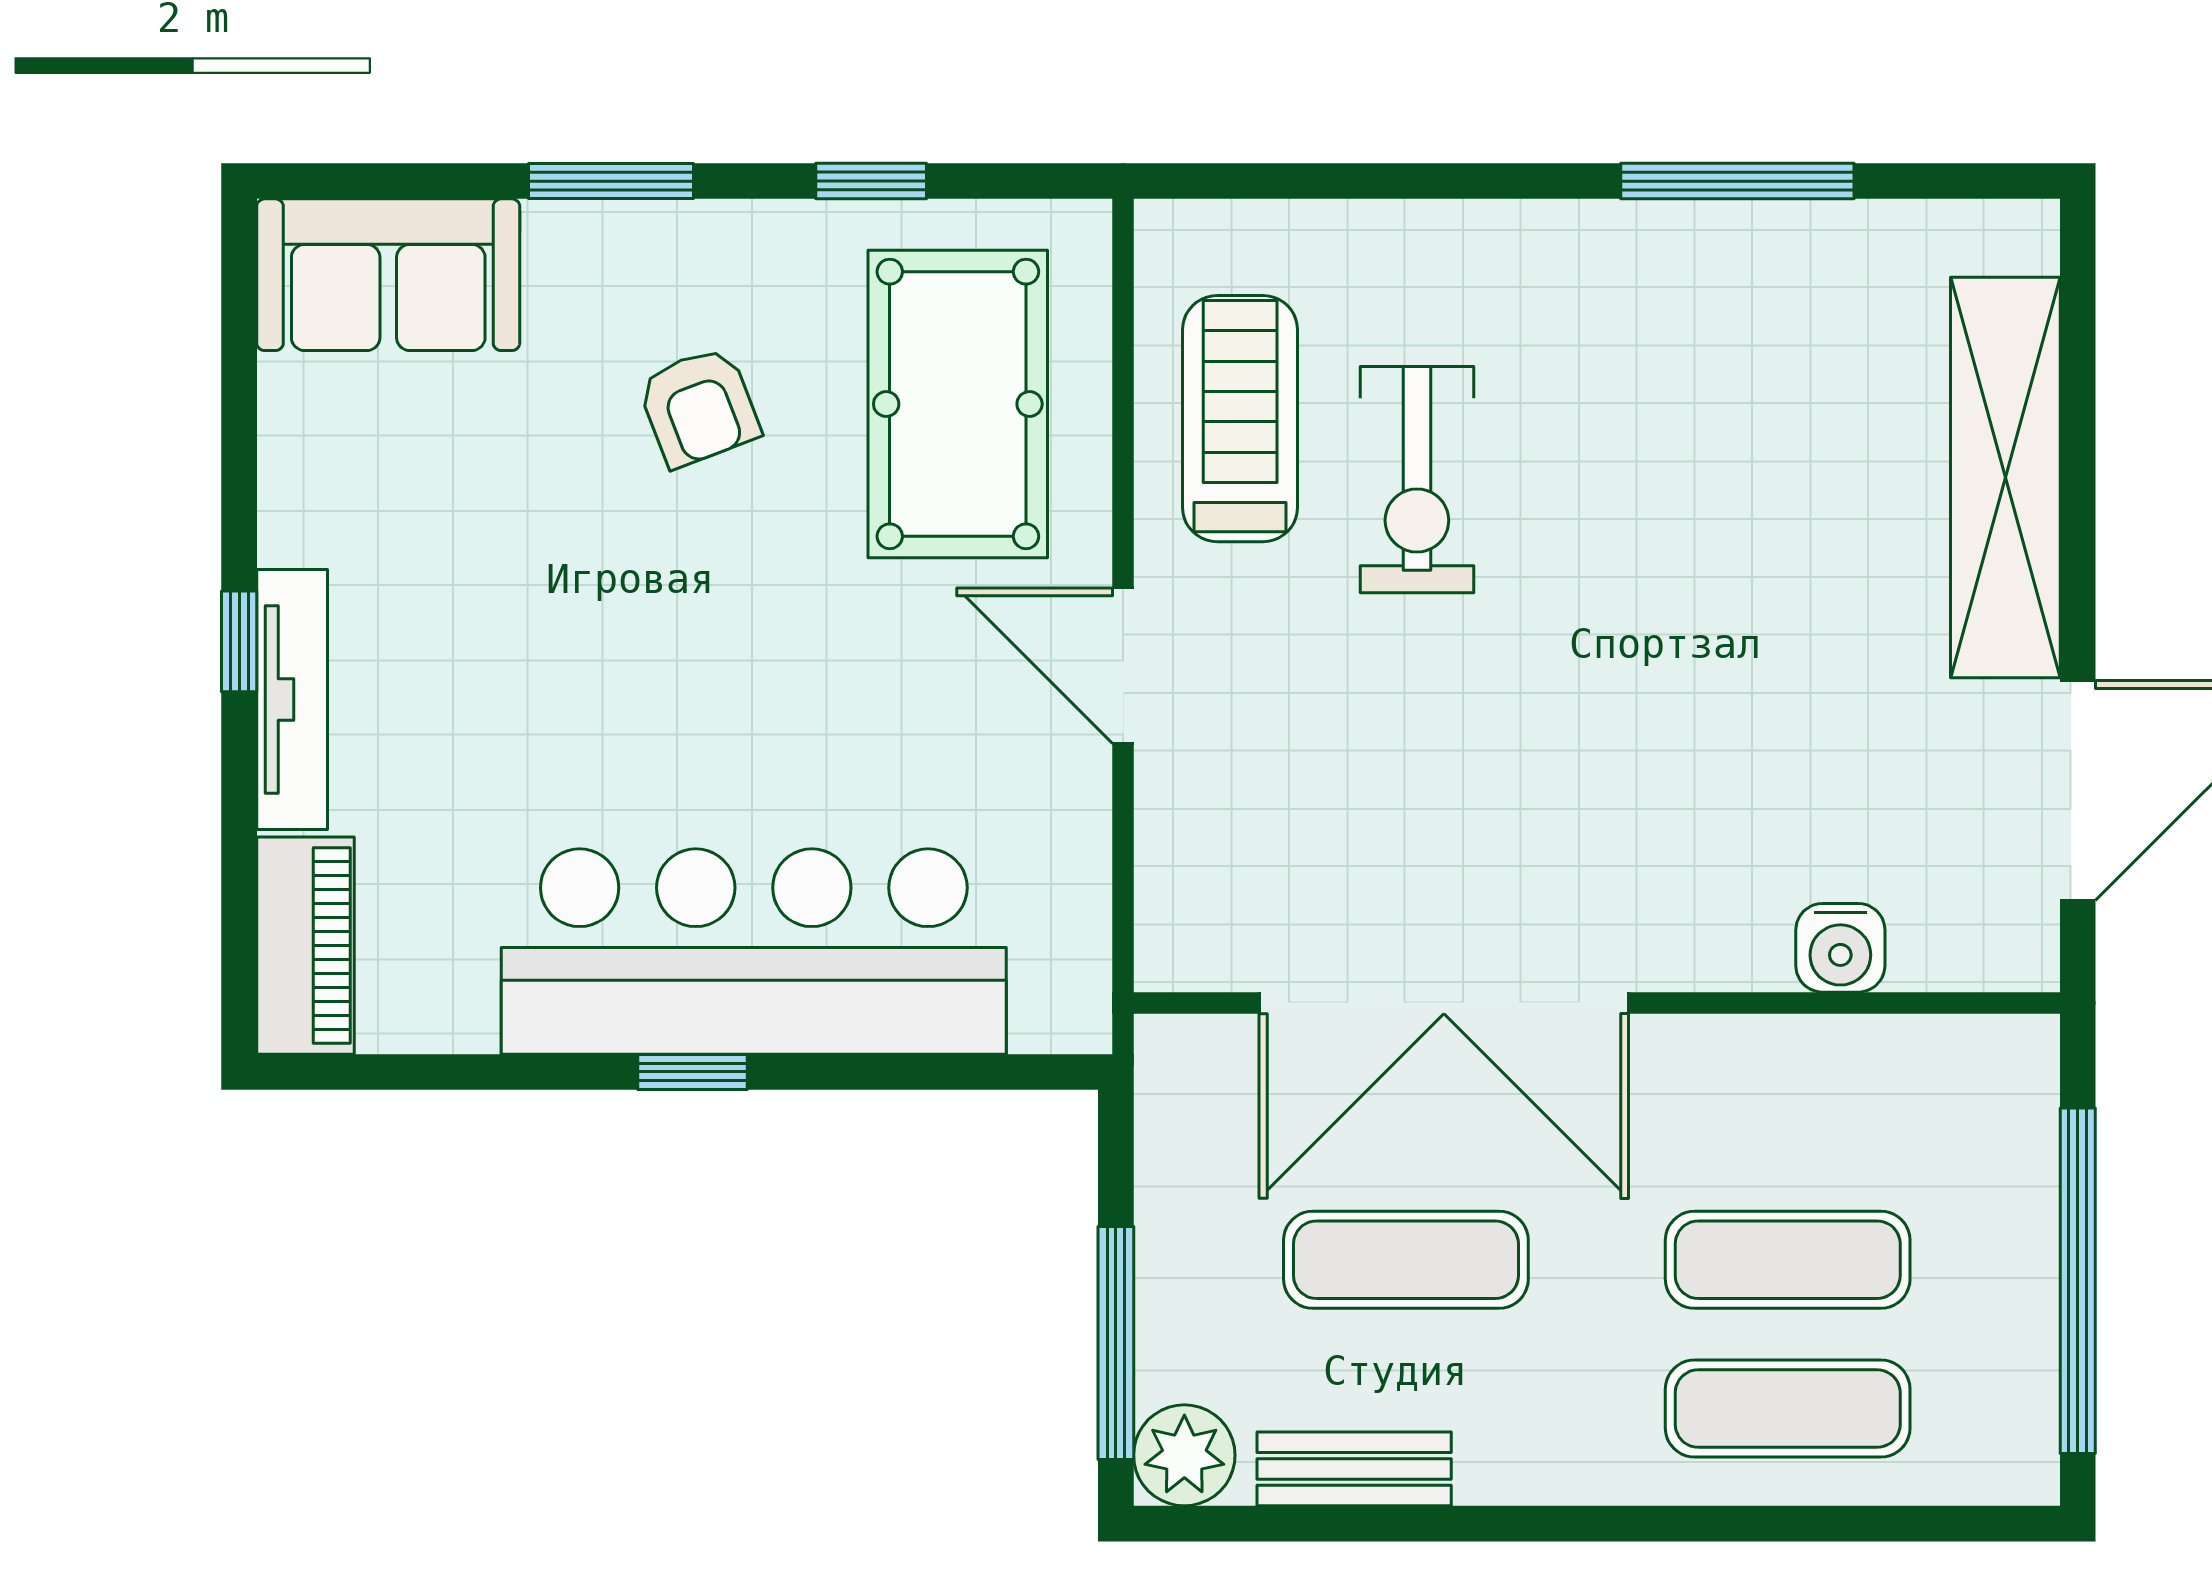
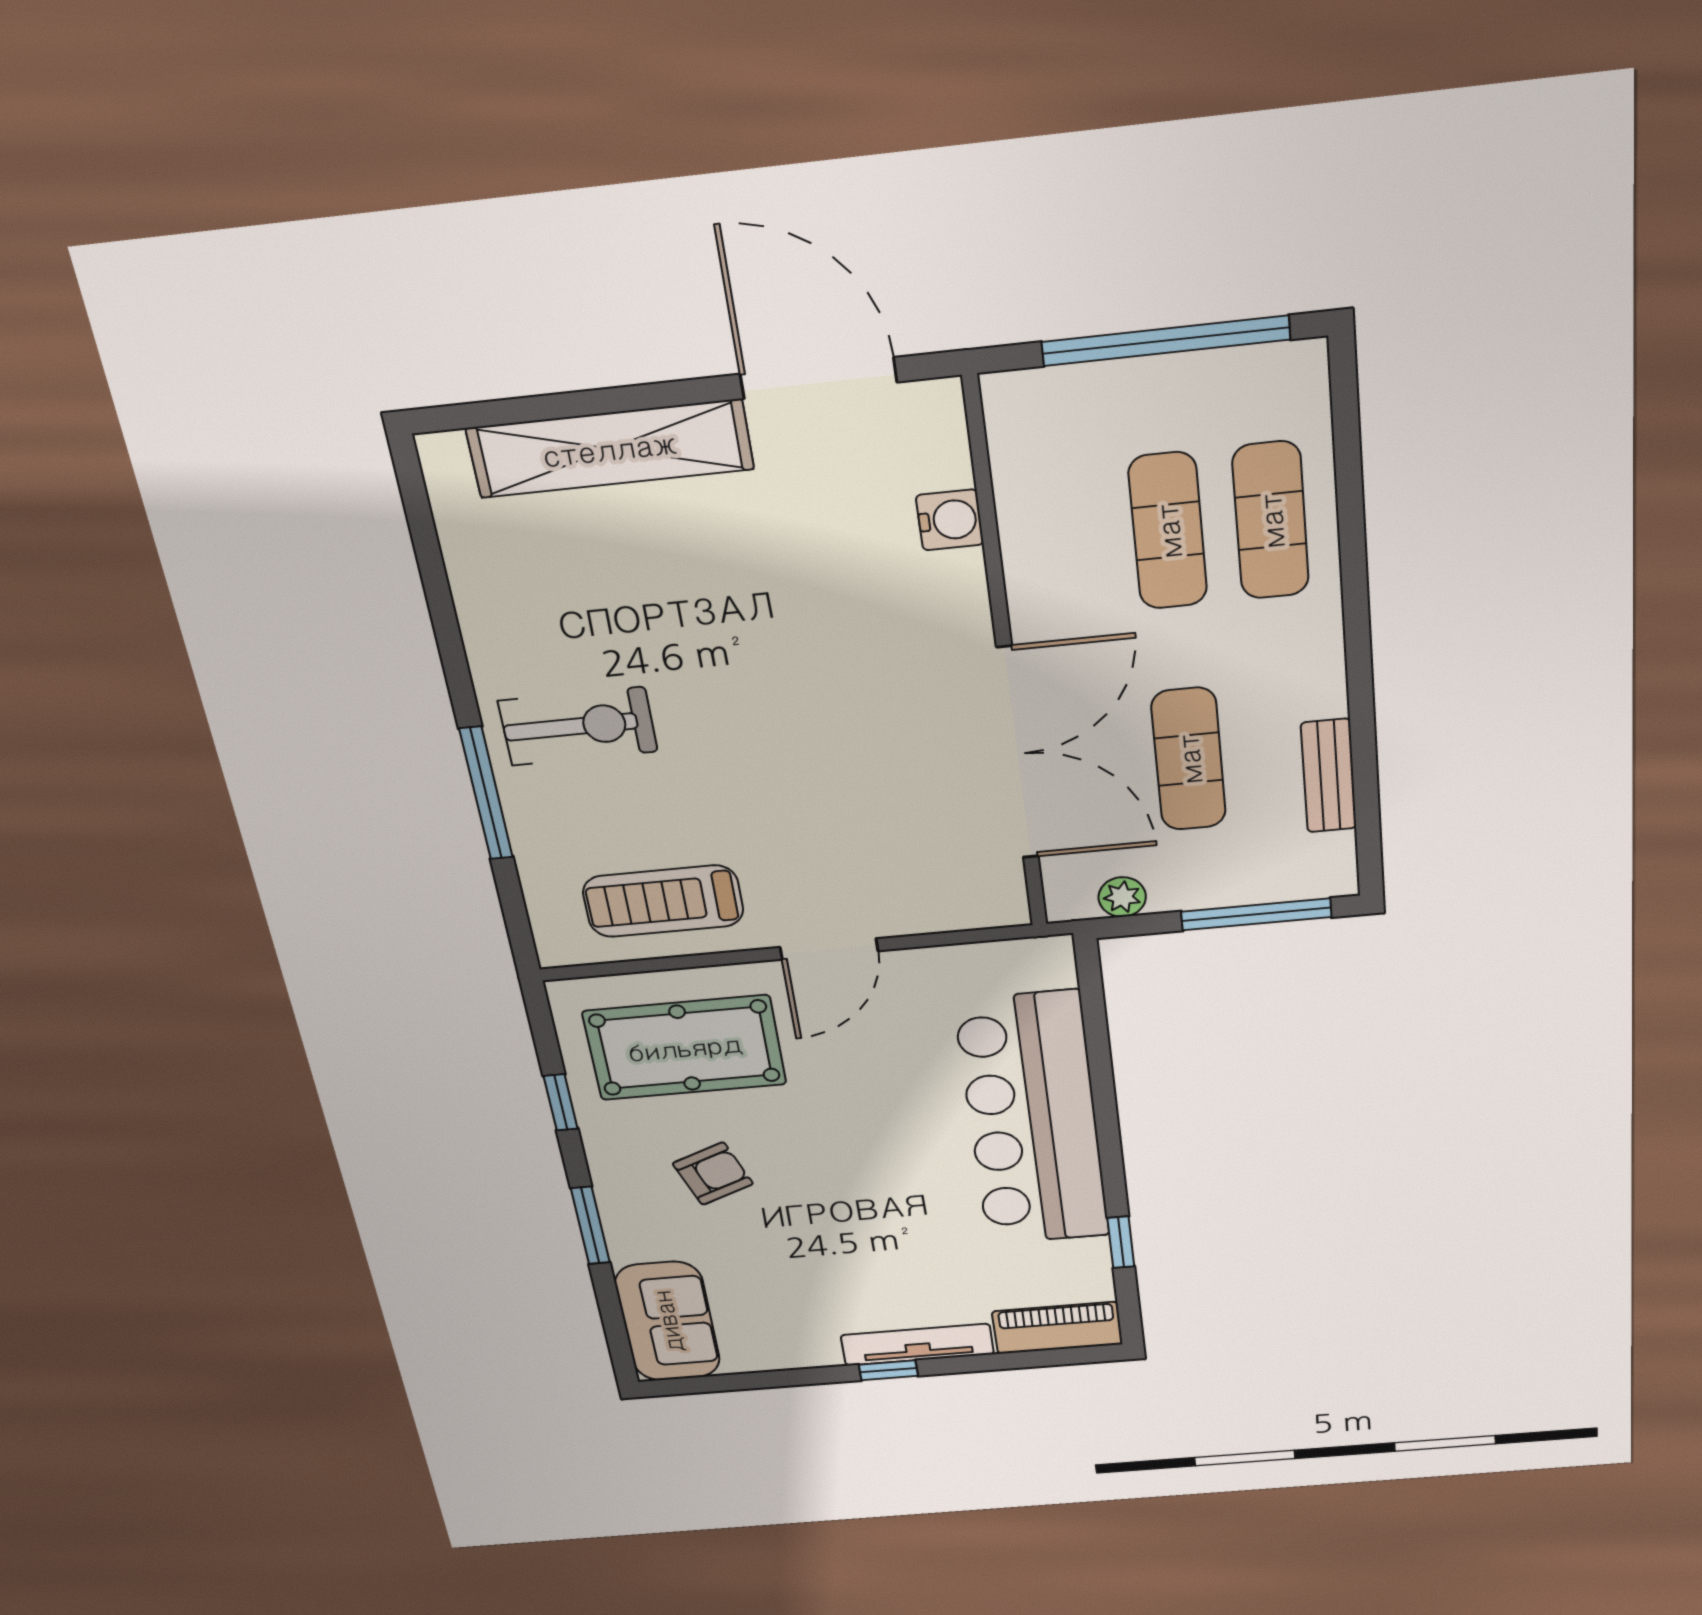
window: (1737, 181) -> (486, 793), moved
exercise bike: (1417, 480) -> (578, 726), moved
window: (693, 1072) -> (1121, 1242), moved
plant: (1184, 1455) -> (1122, 897), moved, width x0.73, depth x0.73

